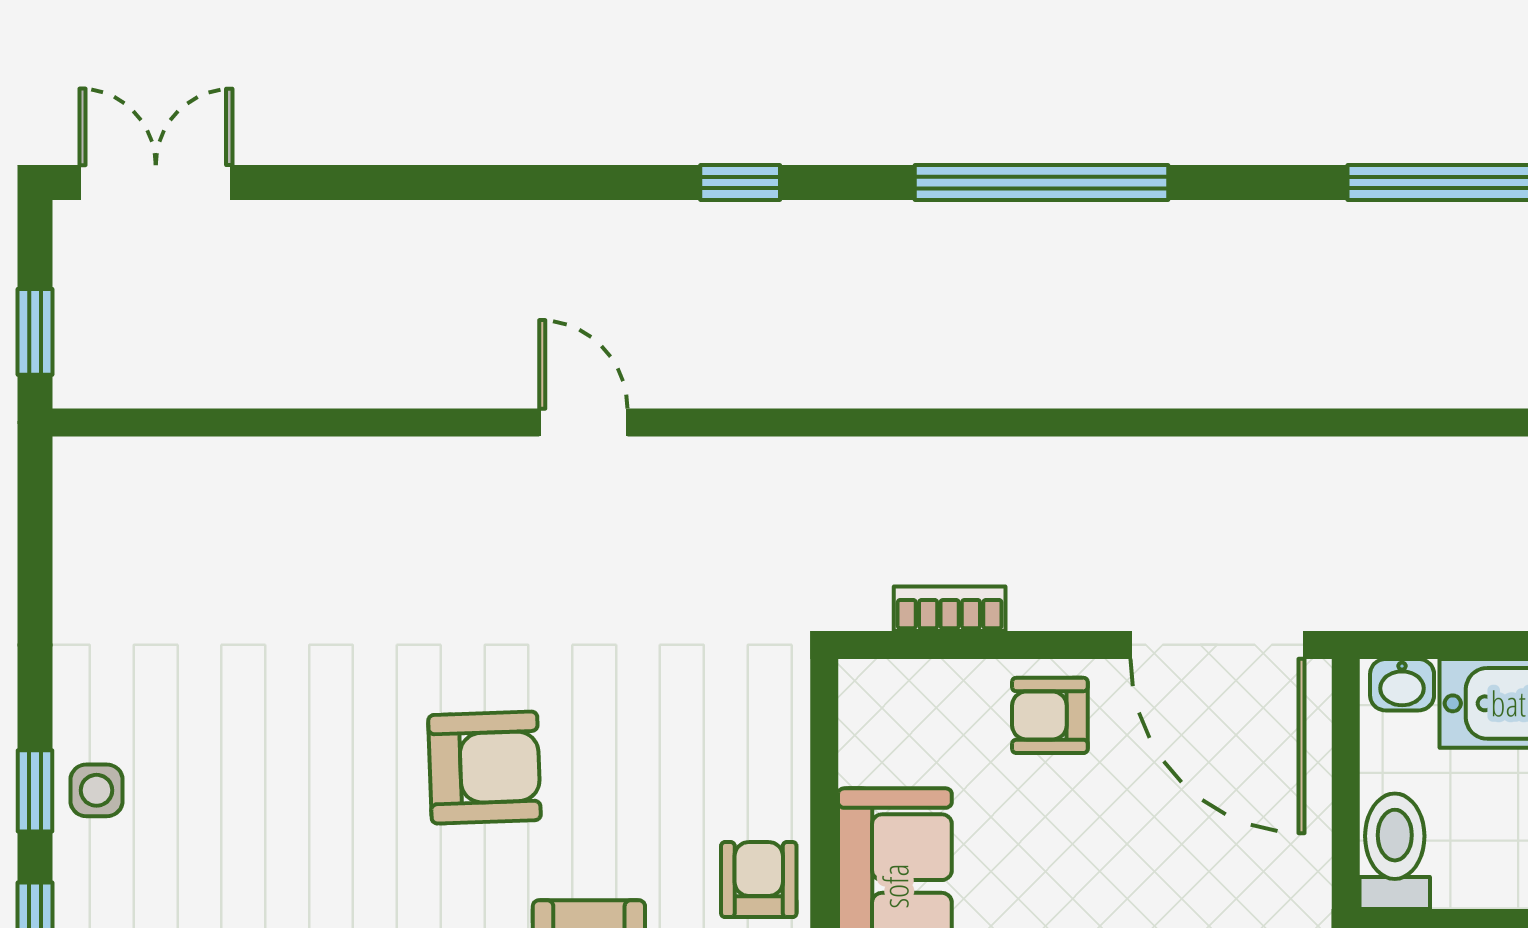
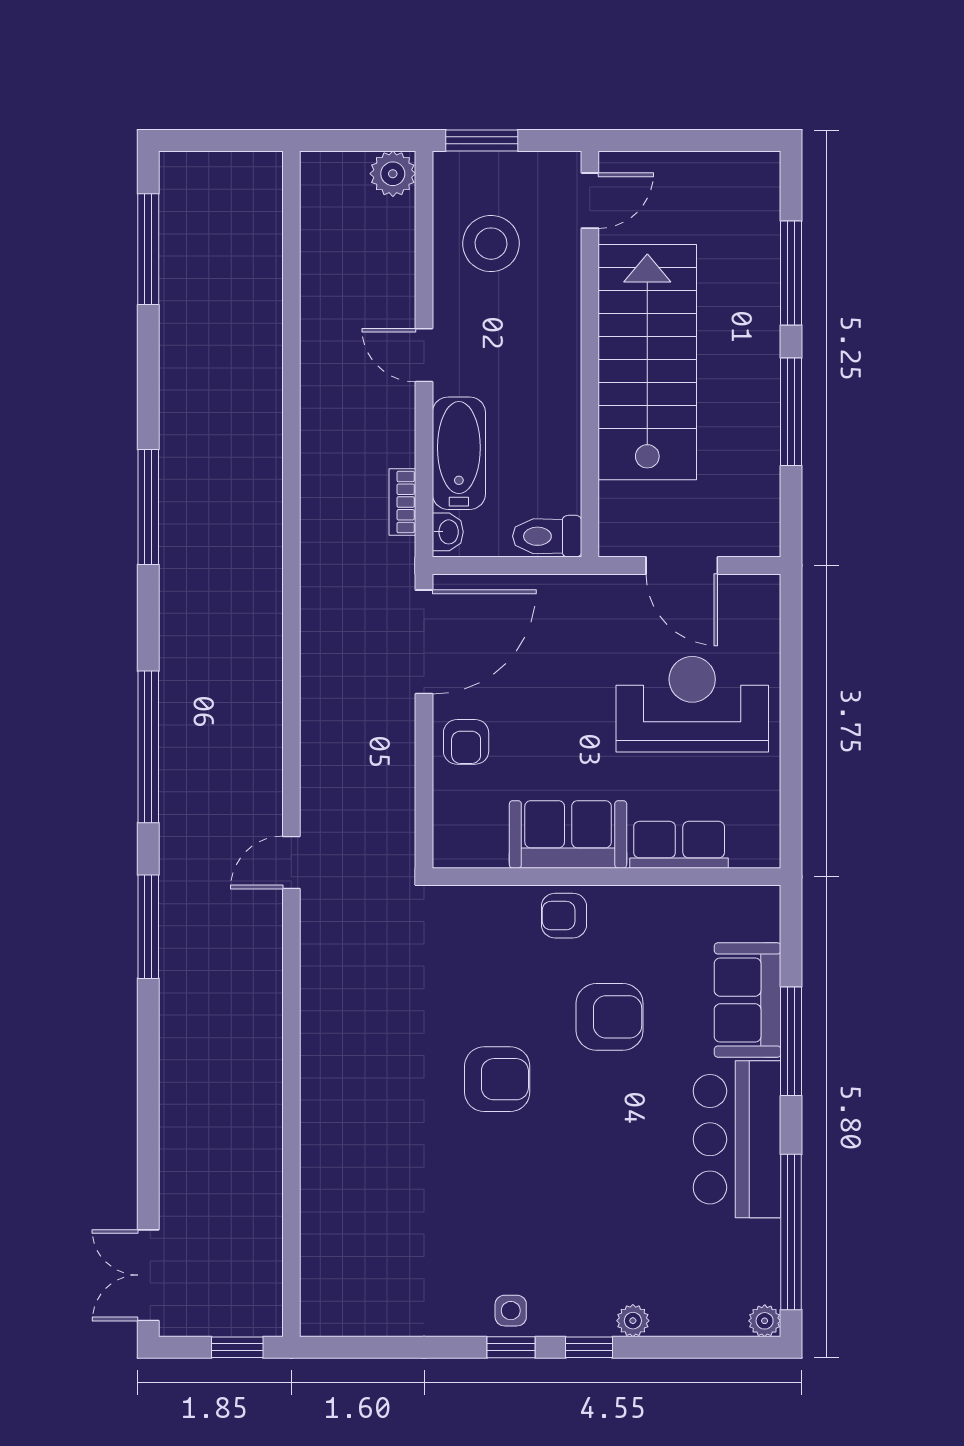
window: (740, 183) -> (148, 927), width x2.17
door: (583, 422) -> (291, 862), moved
bookcase: (950, 609) -> (402, 502), moved
armchair: (484, 768) -> (497, 1079), turned 92

